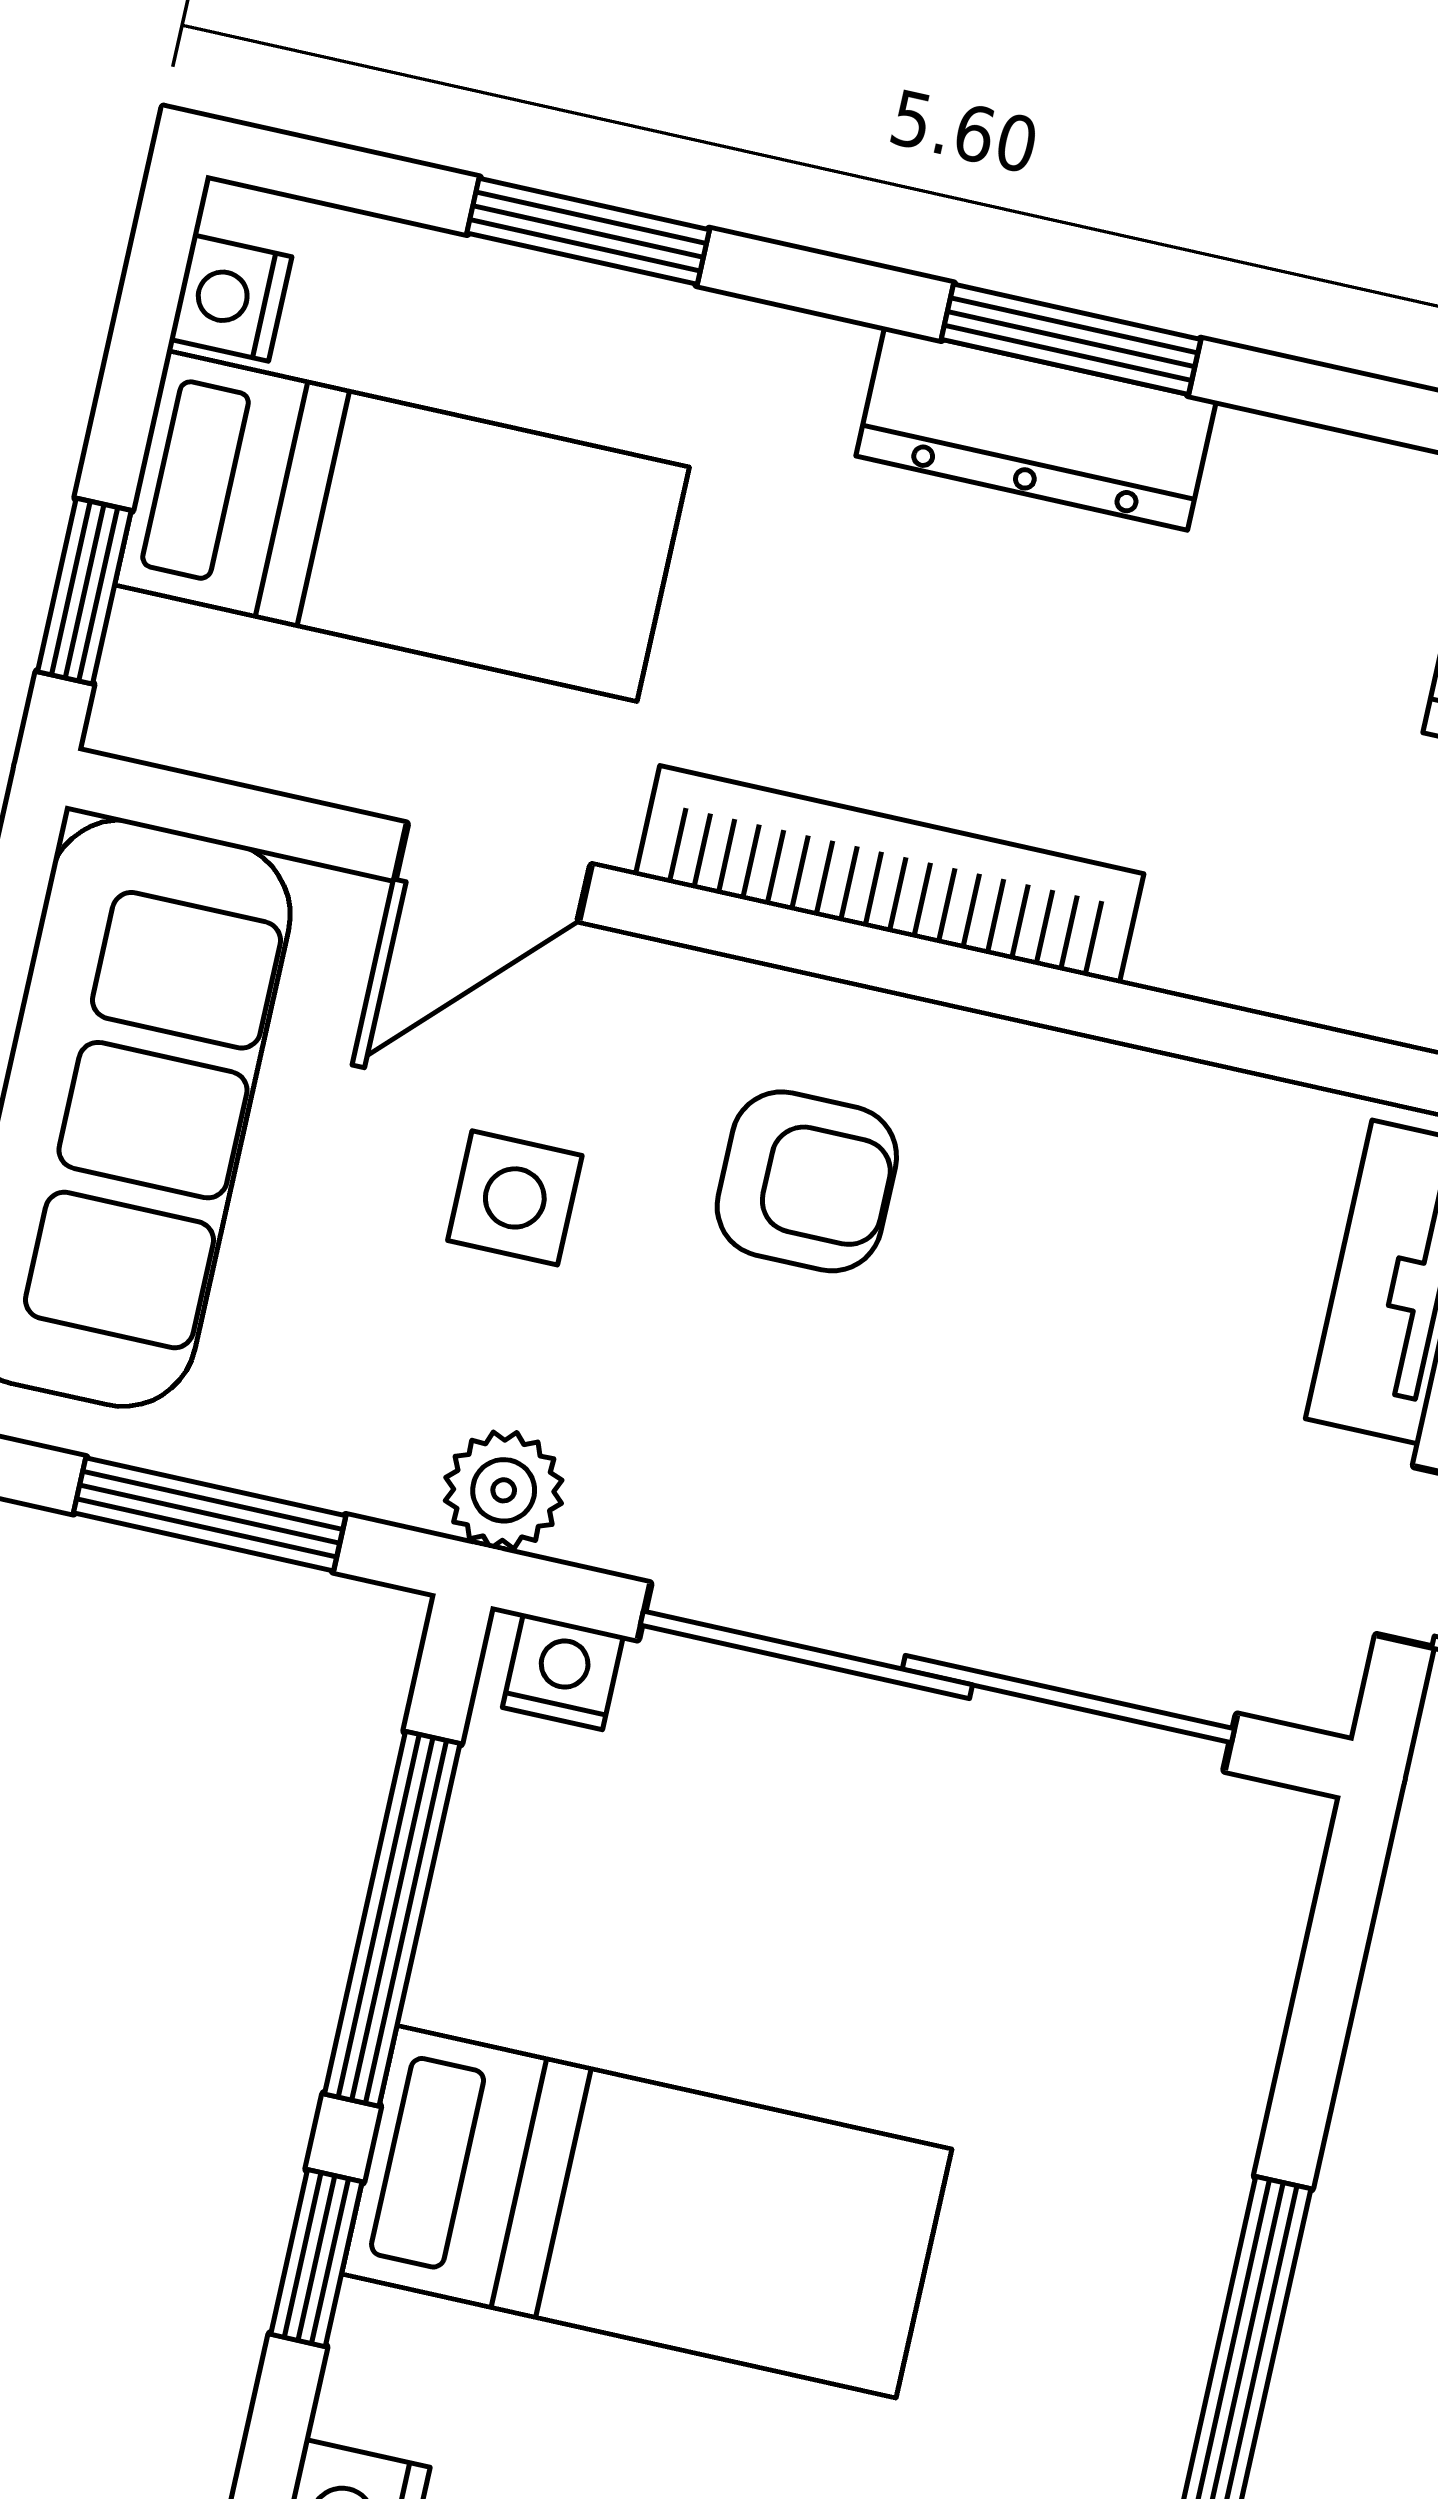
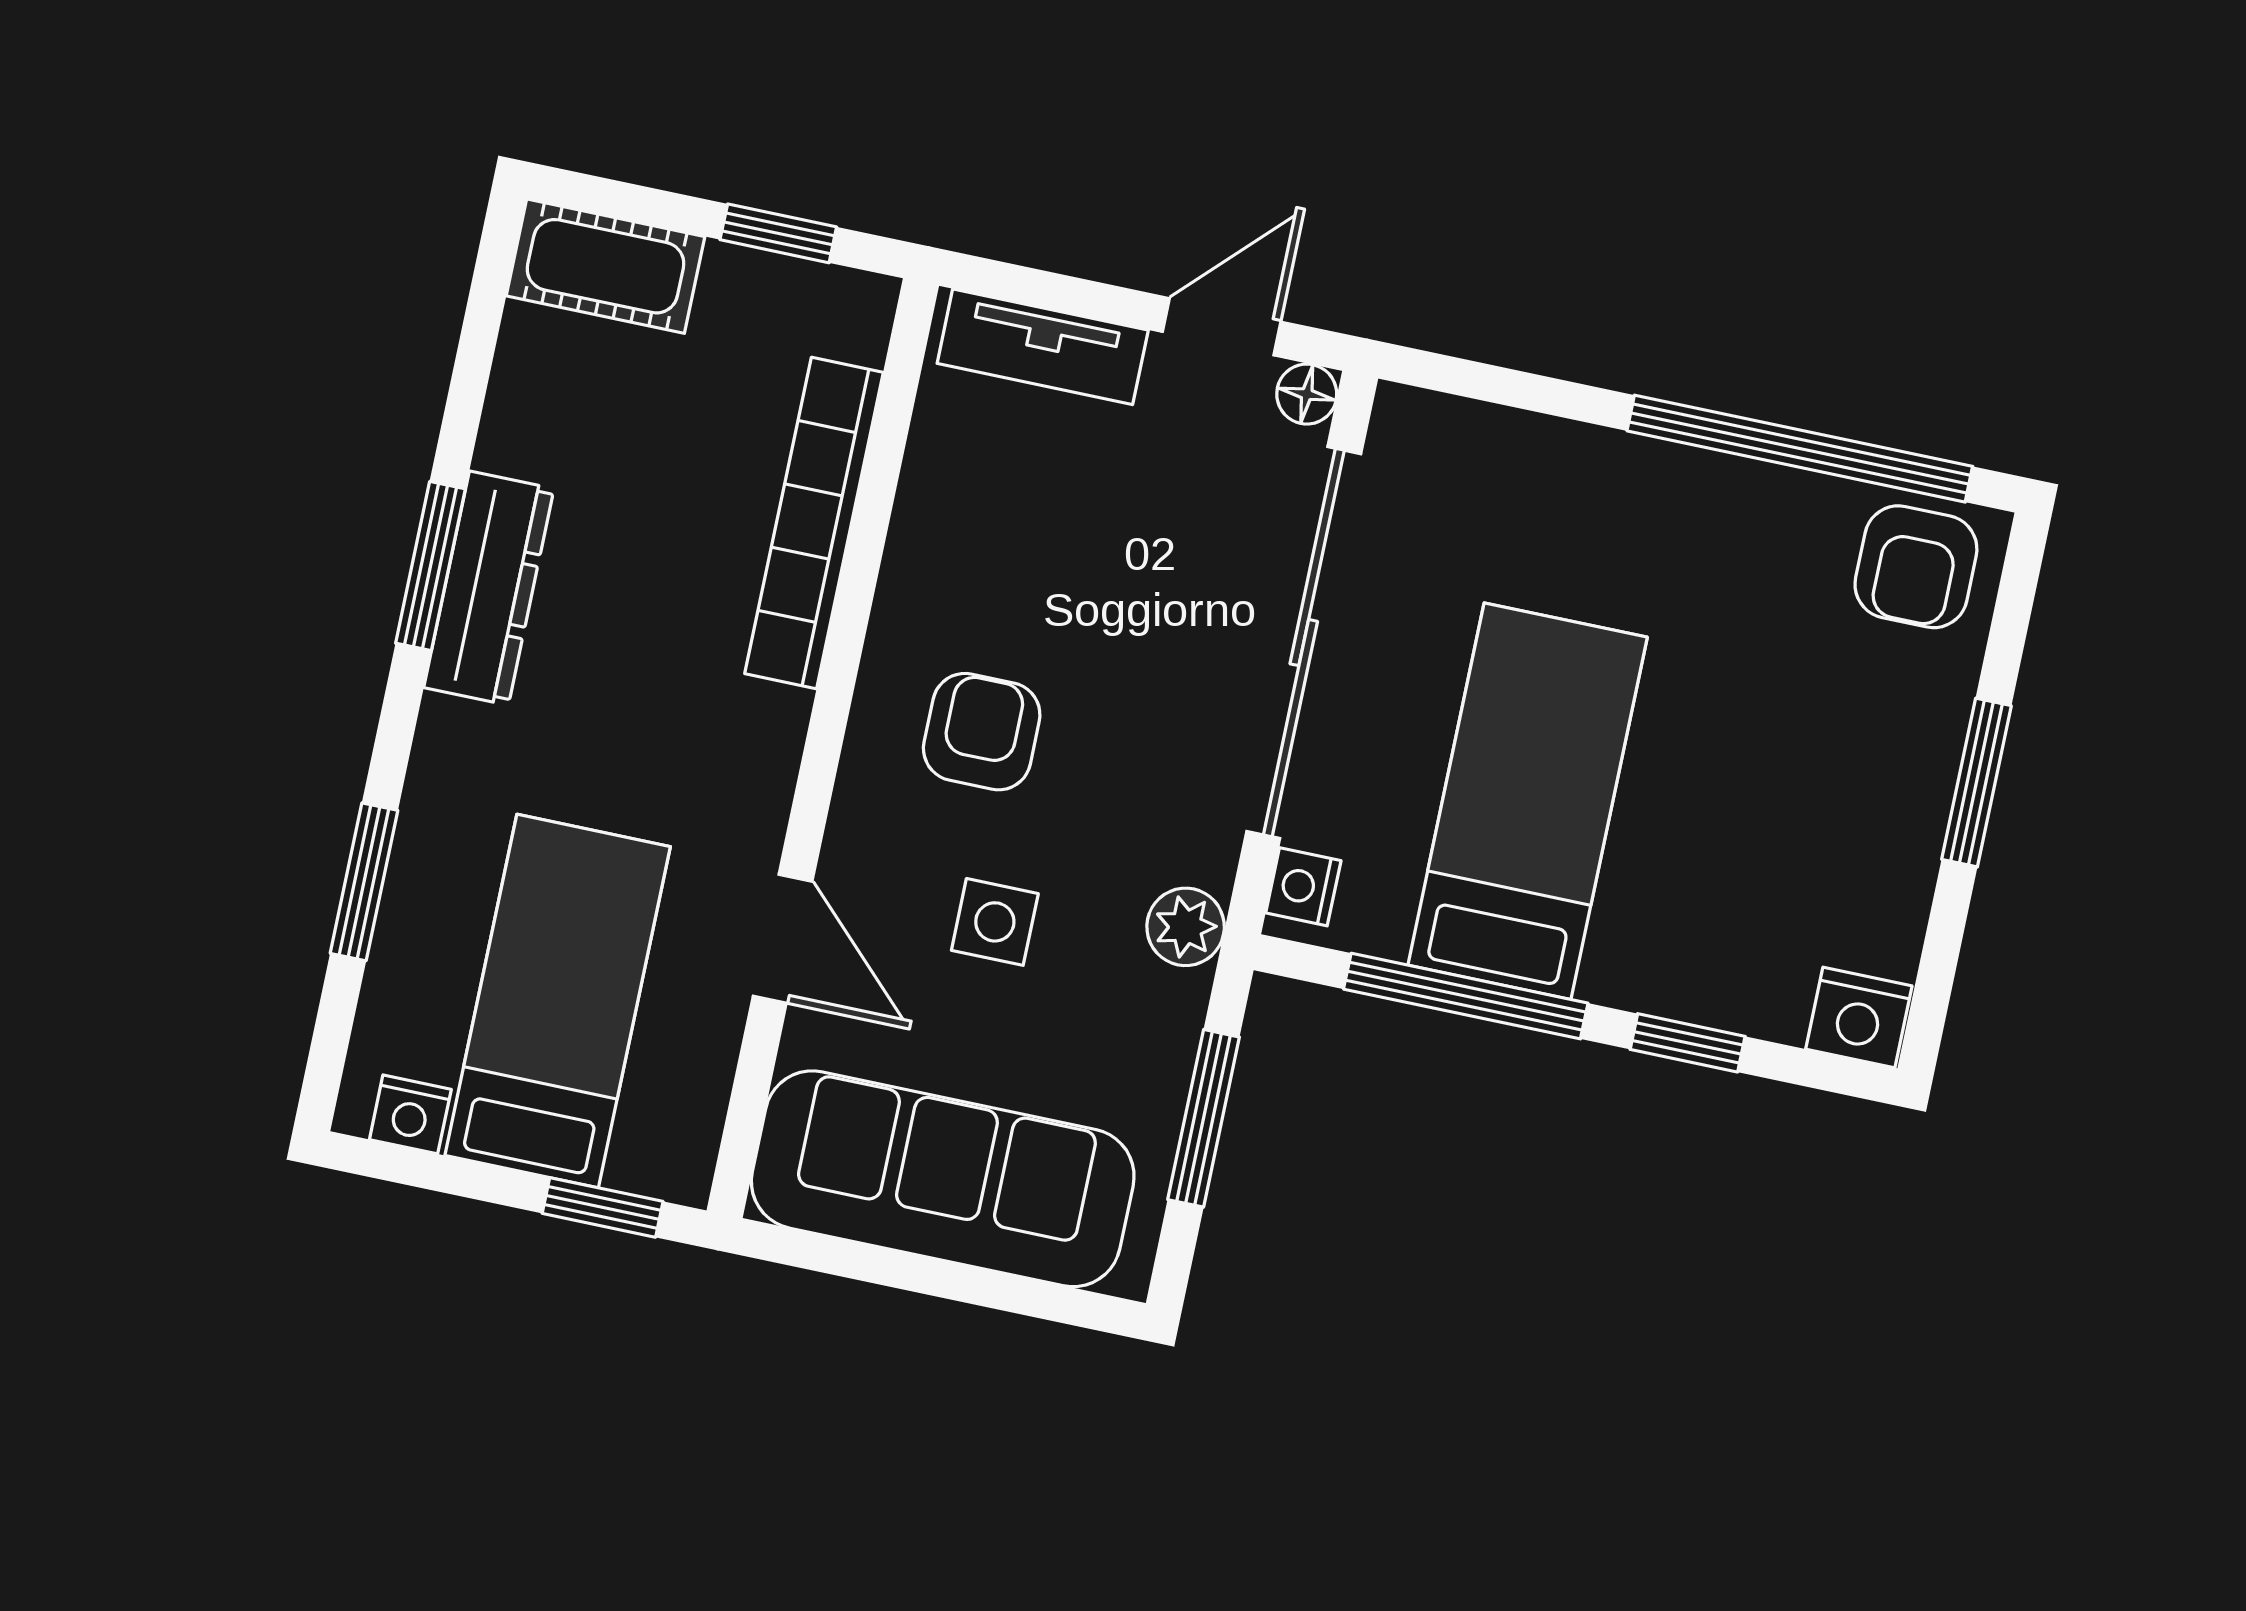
bookcase: (890, 874) -> (814, 523), moved
floor lamp: (1318, 1686) -> (1307, 394), added
bed: (647, 2212) -> (1528, 801), moved

